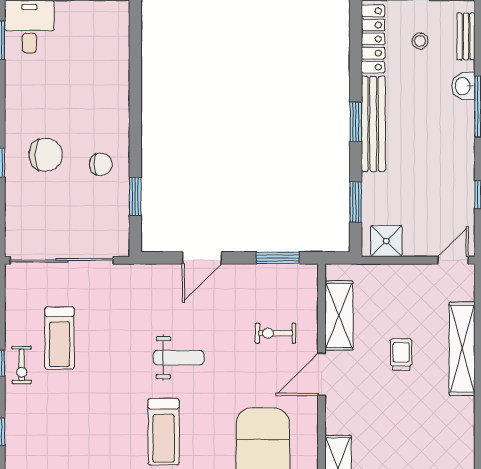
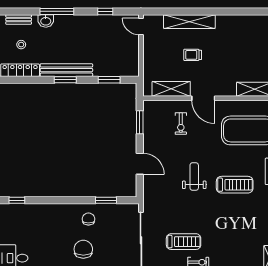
window: (135, 33) -> (17, 200), added
shower: (386, 241) -> (131, 63), removed

